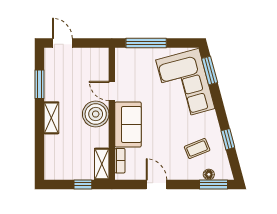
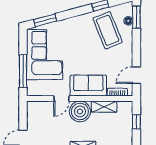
corner sofa: (185, 84) -> (45, 55), moved, turned -75
coffee table: (197, 149) -> (108, 30), width x1.86, depth x1.72
shelving: (102, 164) -> (104, 107), moved
door: (156, 184) -> (136, 75), moved

